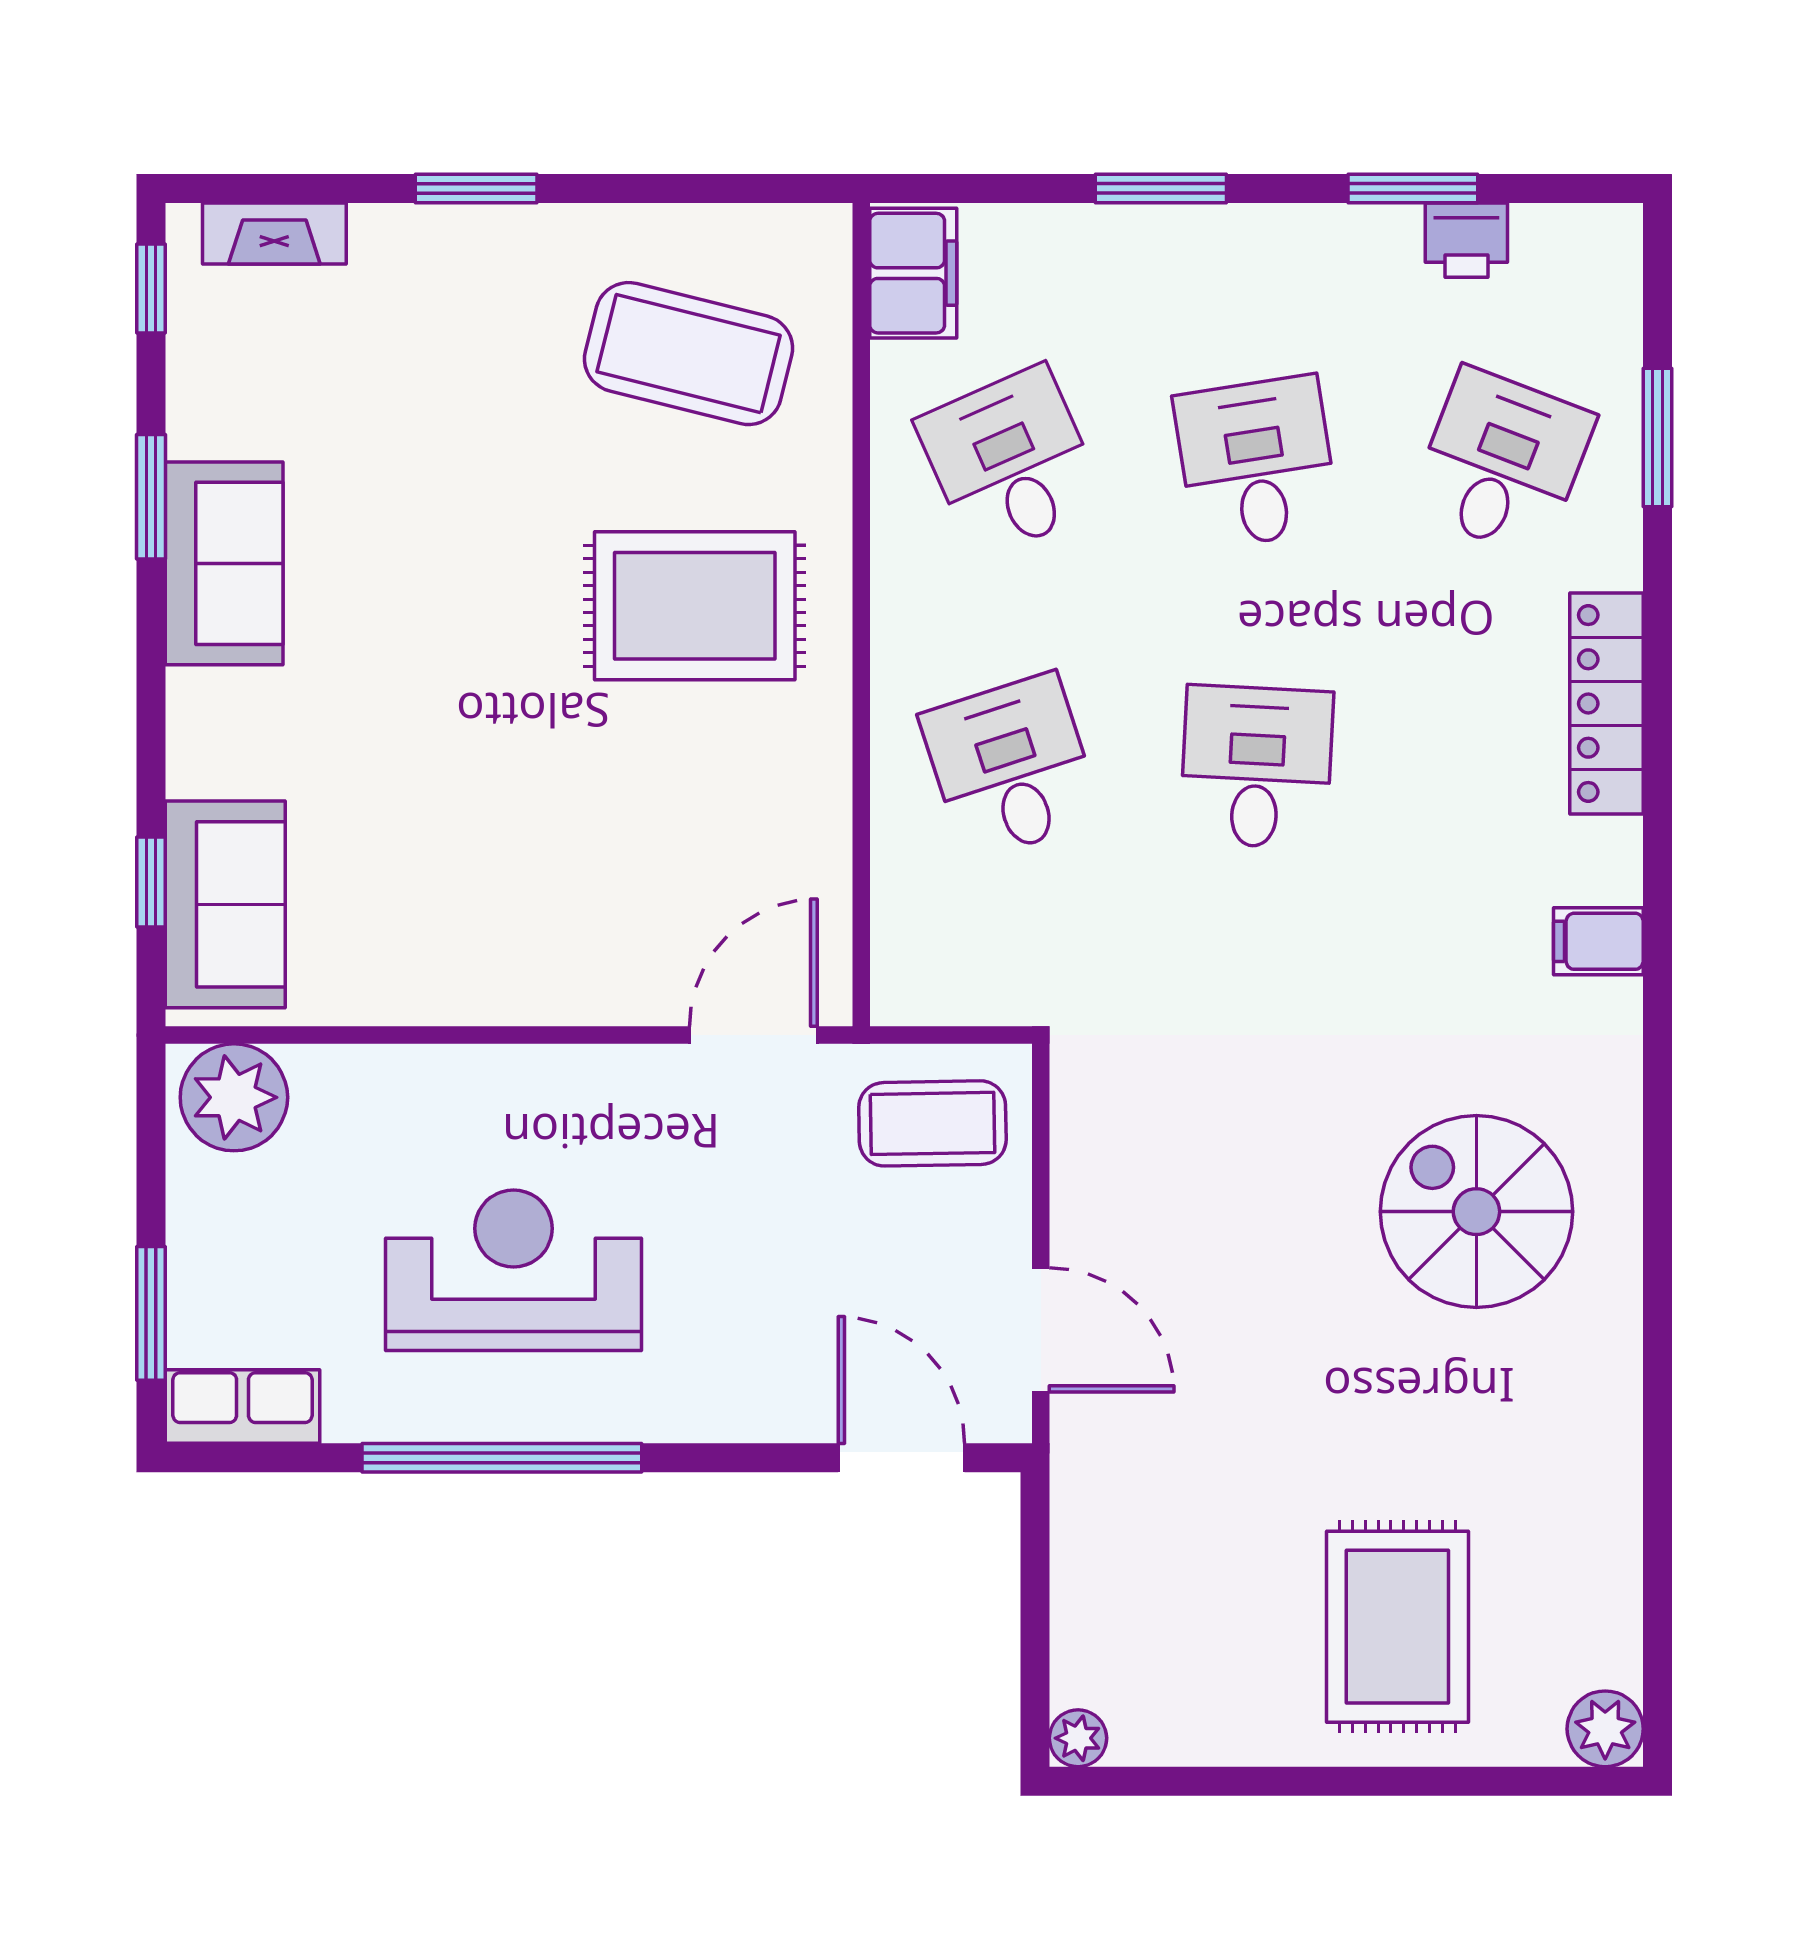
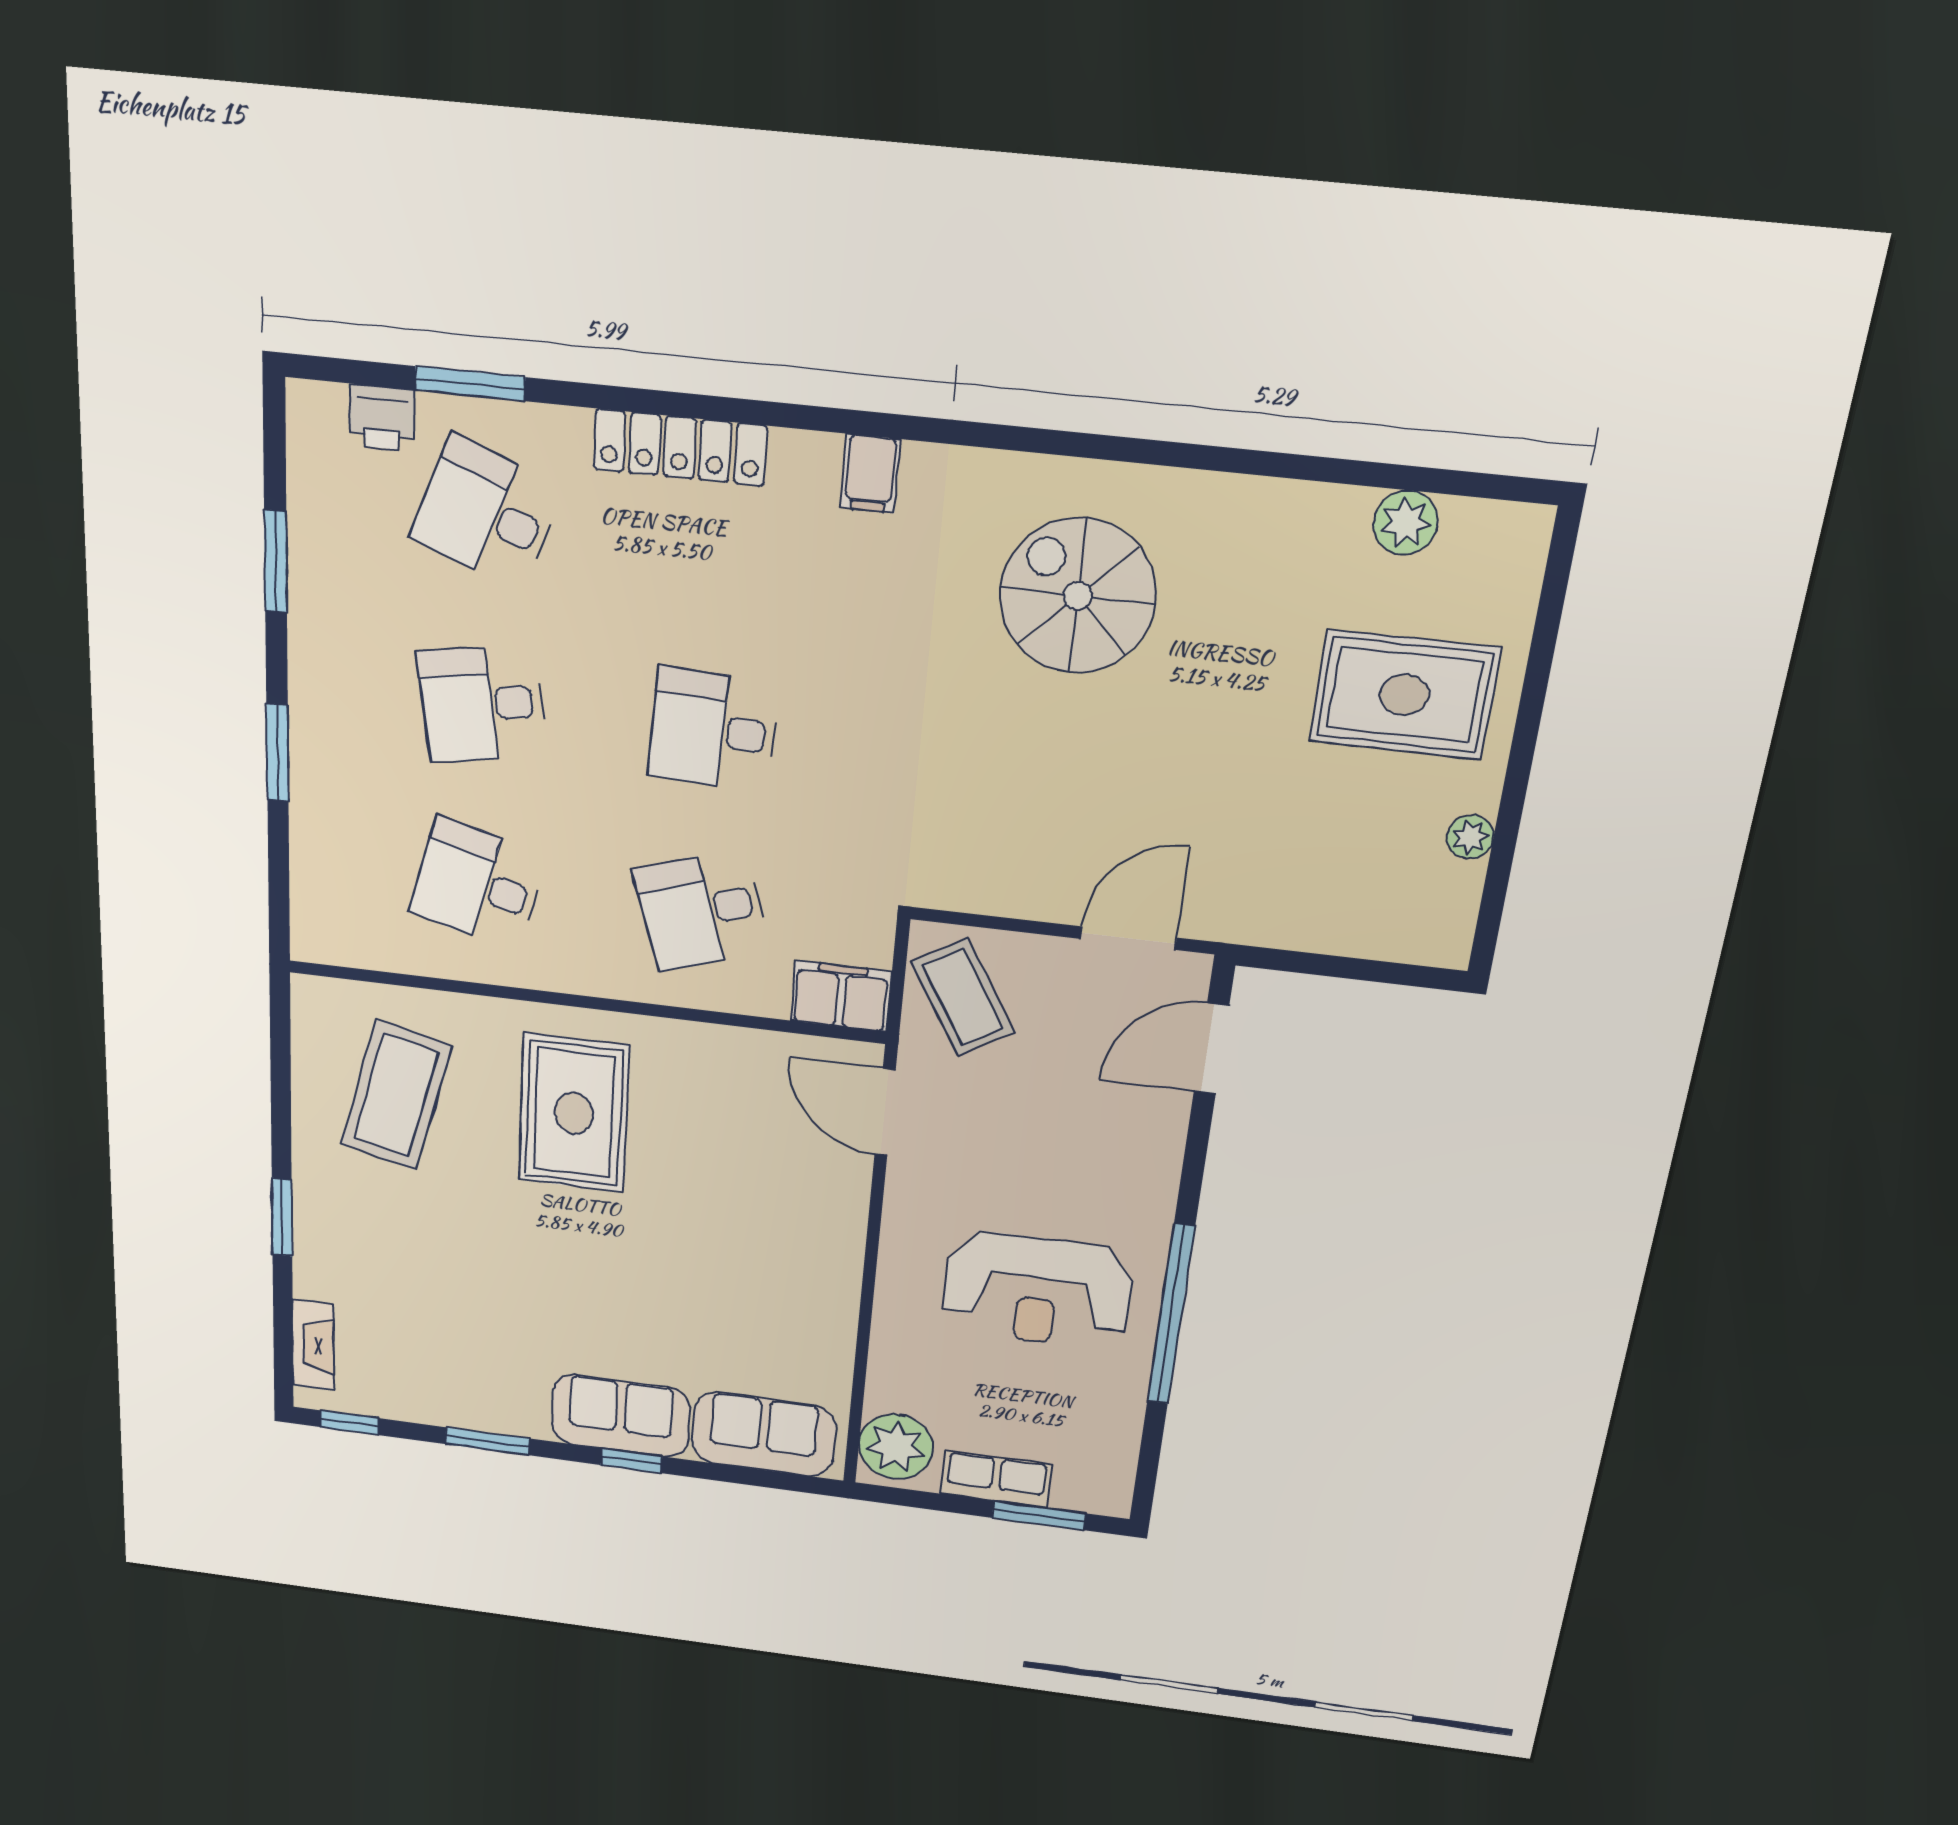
printer: (1466, 240) -> (382, 418), moved, turned 90
filing cabinet: (913, 273) -> (841, 996), moved
desk: (1011, 462) -> (478, 884), turned 39
sofa: (224, 563) -> (621, 1416), moved
window: (151, 882) -> (631, 1461), moved
coffee table: (932, 1123) -> (963, 997), turned -30
spiral stairs: (1476, 1212) -> (1078, 596), turned 90
reception desk: (514, 1270) -> (1037, 1290), turned -90
row of seats: (243, 1406) -> (996, 1479), moved, turned 90
plant: (1605, 1729) -> (1406, 523), moved
plant: (1078, 1738) -> (1470, 837), moved

